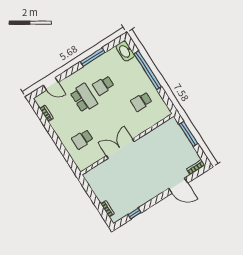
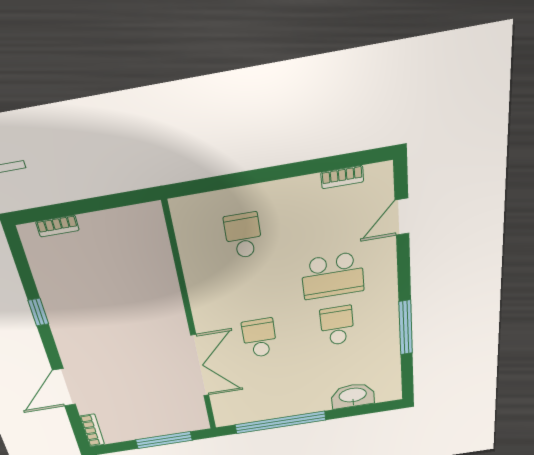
washbasin: (125, 51) -> (353, 396), moved
window: (148, 70) -> (280, 422), moved
school desk: (141, 102) -> (260, 338), moved
double door: (120, 149) -> (200, 366), moved
window: (135, 214) -> (38, 312), moved

